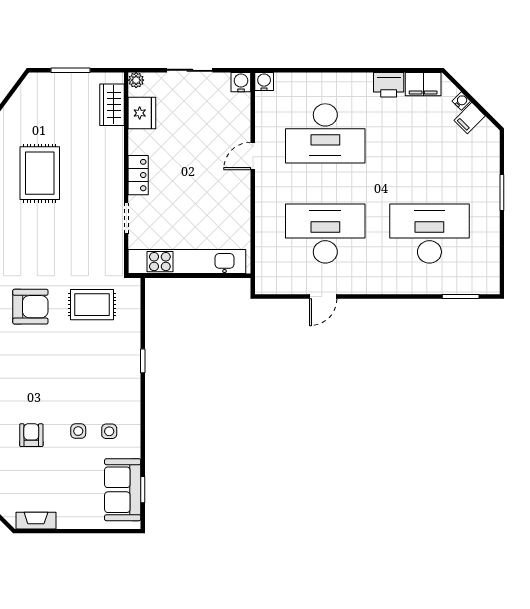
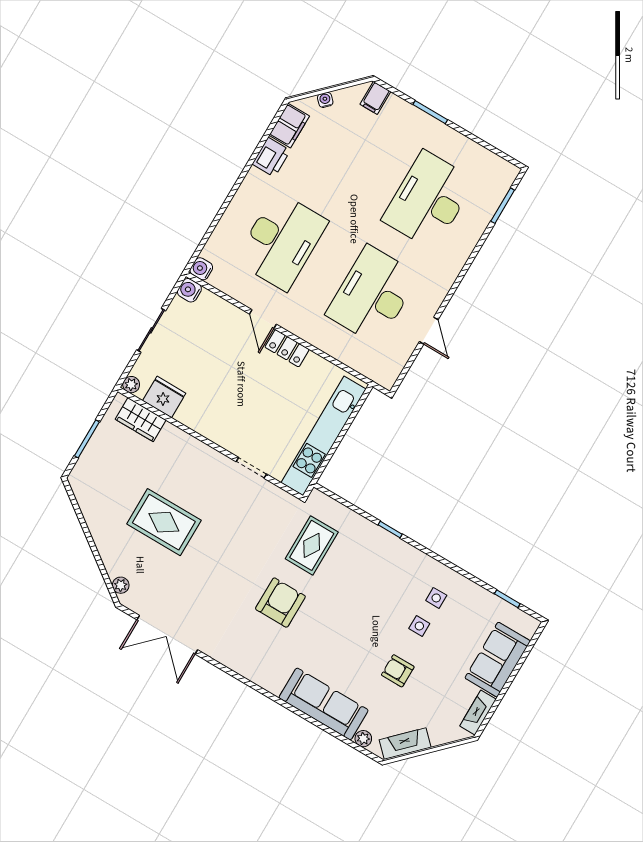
filing cabinet: (470, 118) -> (375, 98), moved, turned 45
locker: (138, 175) -> (287, 348), moved, turned 180
sofa: (123, 490) -> (498, 660), moved, turned 90

